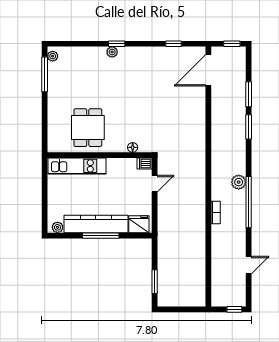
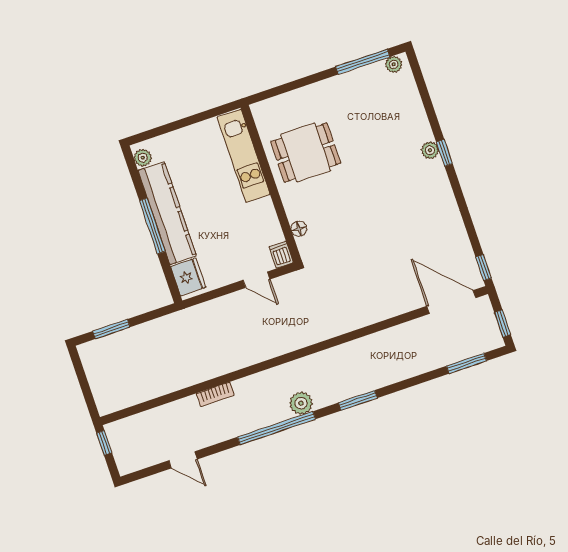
window: (174, 44) -> (484, 268), moved
window: (249, 94) -> (467, 363), moved
window: (249, 127) -> (358, 400), moved
bookcase: (216, 213) -> (215, 394), moved
window: (234, 309) -> (104, 443), moved

